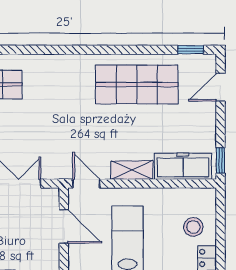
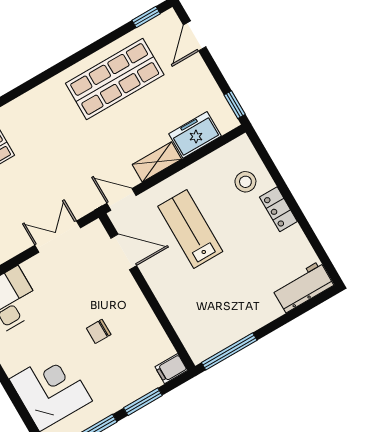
freezer: (183, 166) -> (195, 135), width x0.71

